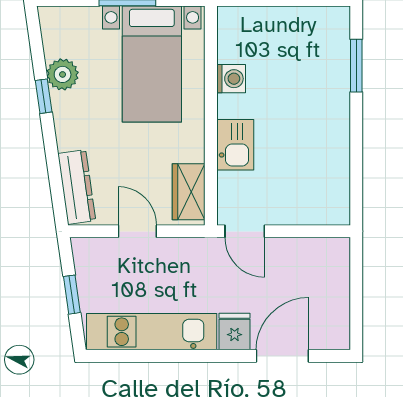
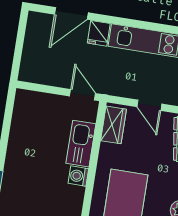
washing machine: (231, 79) -> (78, 176), moved
kitchen sink: (235, 145) -> (81, 144), width x1.38

